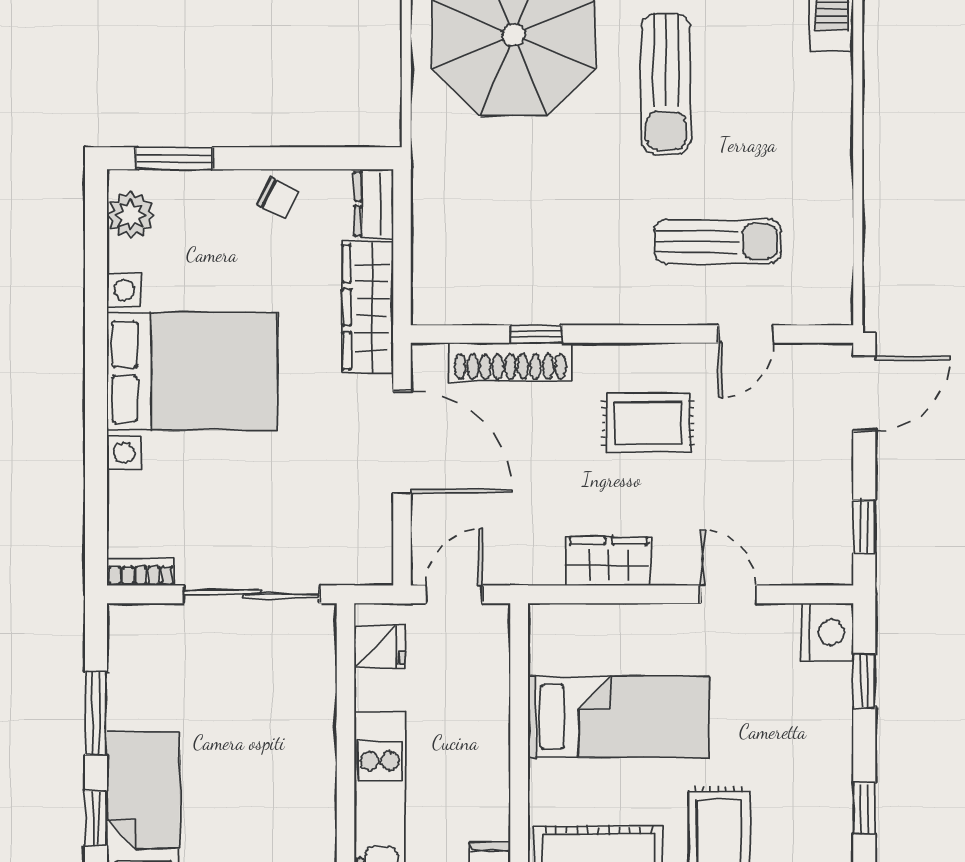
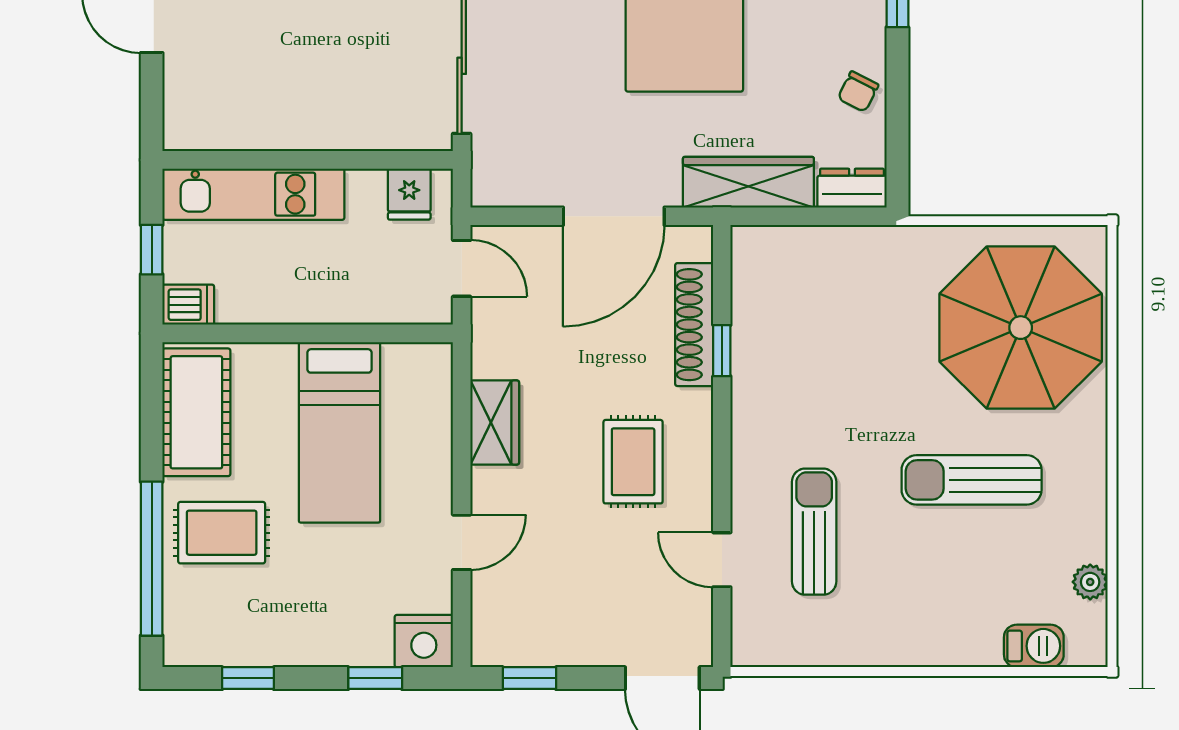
sun lounger: (718, 242) -> (814, 532), turned 180

